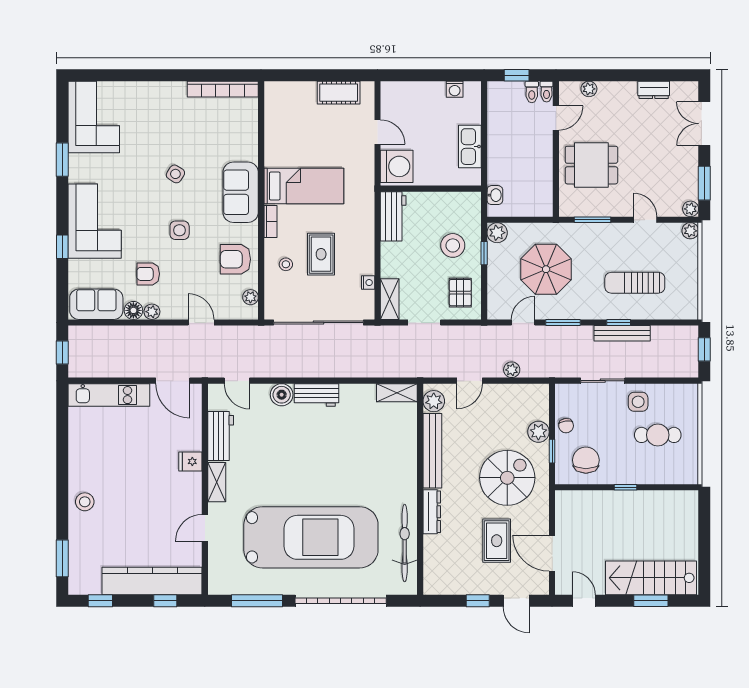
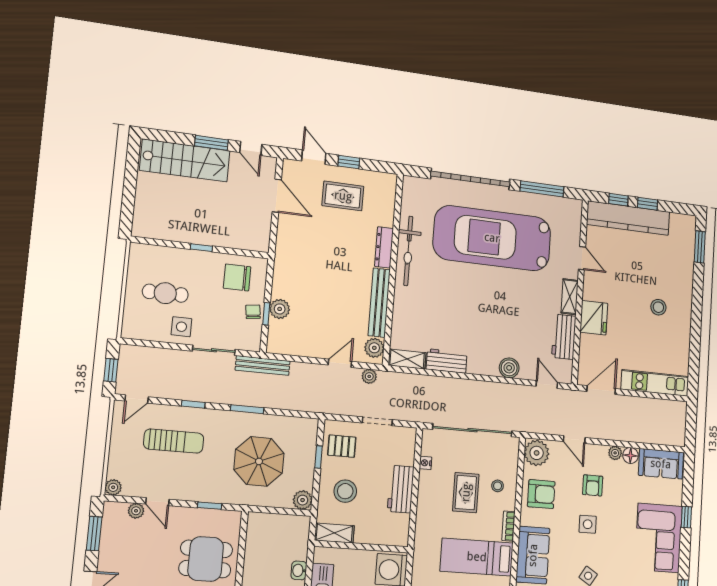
washbasin: (495, 195) -> (299, 570), moved
plant: (691, 209) -> (136, 511), moved
workbench: (393, 216) -> (401, 489), moved
window: (593, 220) -> (210, 506), width x0.67
window: (484, 253) -> (318, 457), moved
armchair: (148, 274) -> (593, 485), moved, turned 90
pallet: (460, 293) -> (342, 446), turned 90
plant: (250, 297) -> (537, 453), width x1.88, depth x1.88
shelving: (390, 299) -> (334, 533), moved, turned 90
door: (523, 322) -> (137, 399), moved
bench: (622, 333) -> (263, 366), moved
window: (62, 352) -> (691, 424), removed
plant: (512, 370) -> (369, 376), moved
door: (173, 381) -> (601, 390), hinge flipped
workbench: (317, 395) -> (447, 361), moved
window: (552, 451) -> (266, 314), moved
chair: (586, 460) -> (237, 277), turned 90
fridge: (190, 461) -> (594, 318), width x1.88, depth x1.34
spiral stairs: (507, 478) -> (312, 270), removed
stool: (85, 502) -> (658, 307), moved
door: (205, 528) -> (582, 258), hinge flipped
rug: (497, 541) -> (343, 196), moved, turned 90
bicycle: (405, 543) -> (408, 251), moved
window: (100, 601) -> (648, 204), moved
window: (651, 601) -> (211, 143), moved

